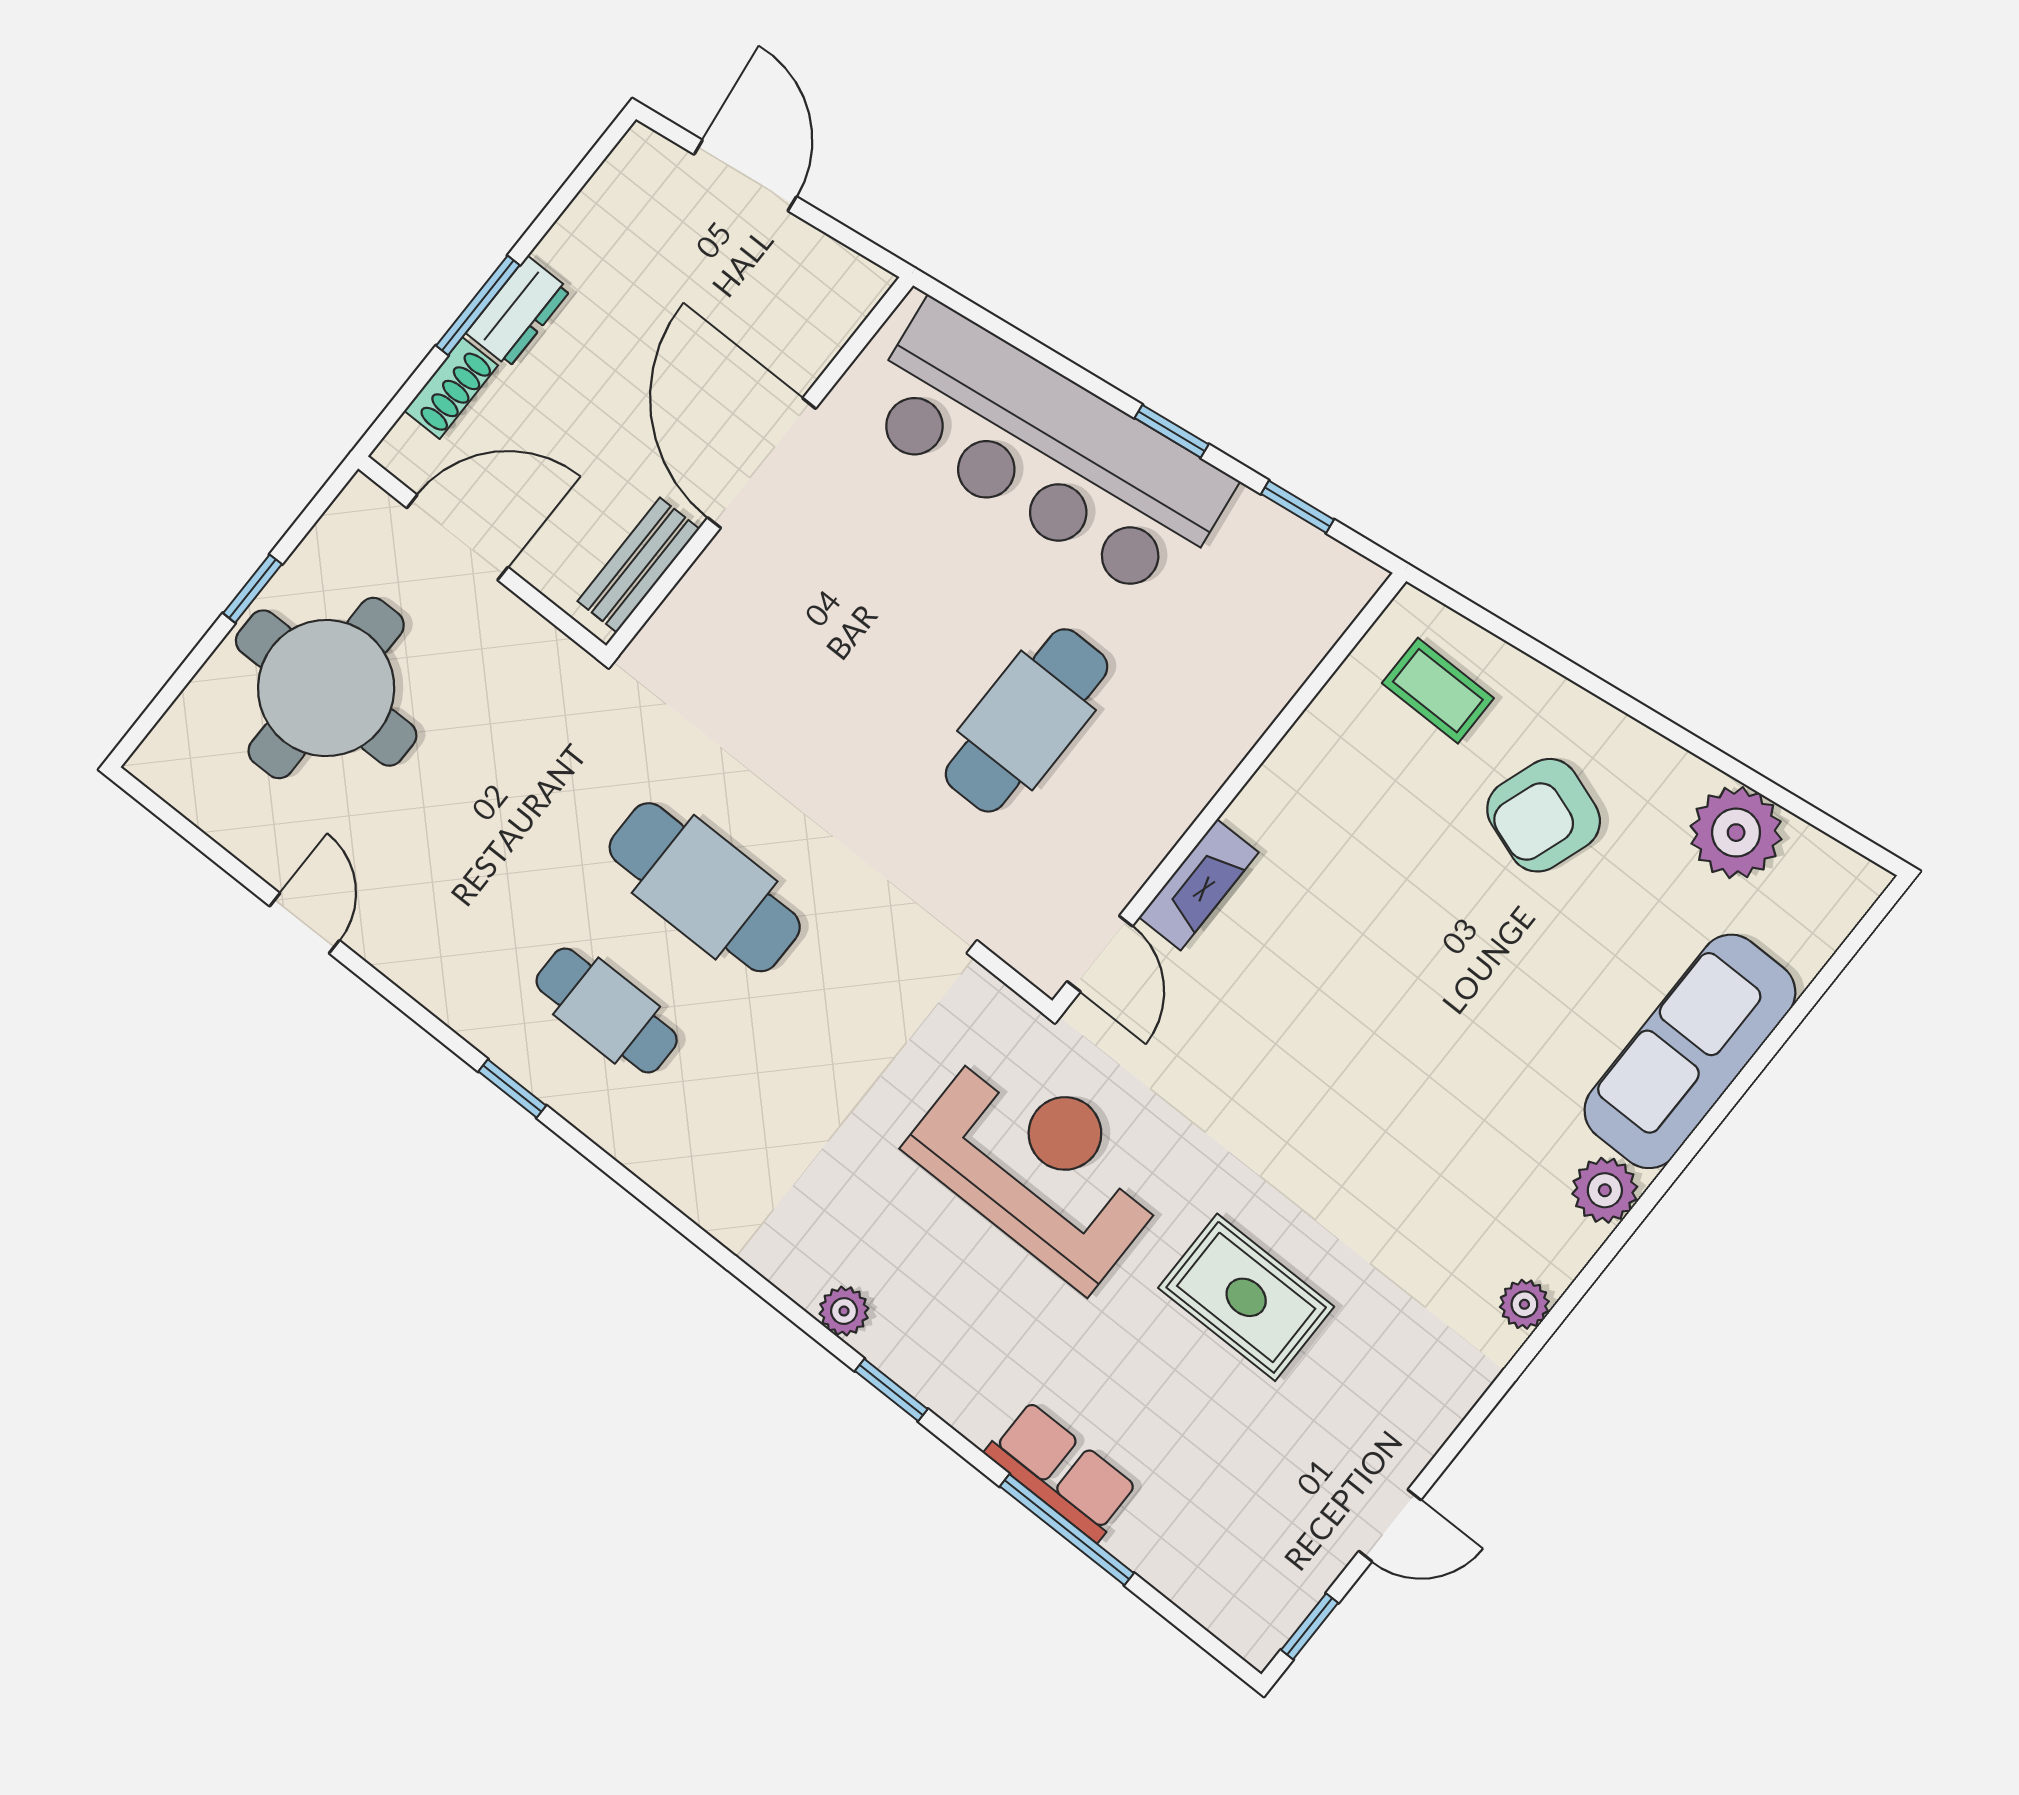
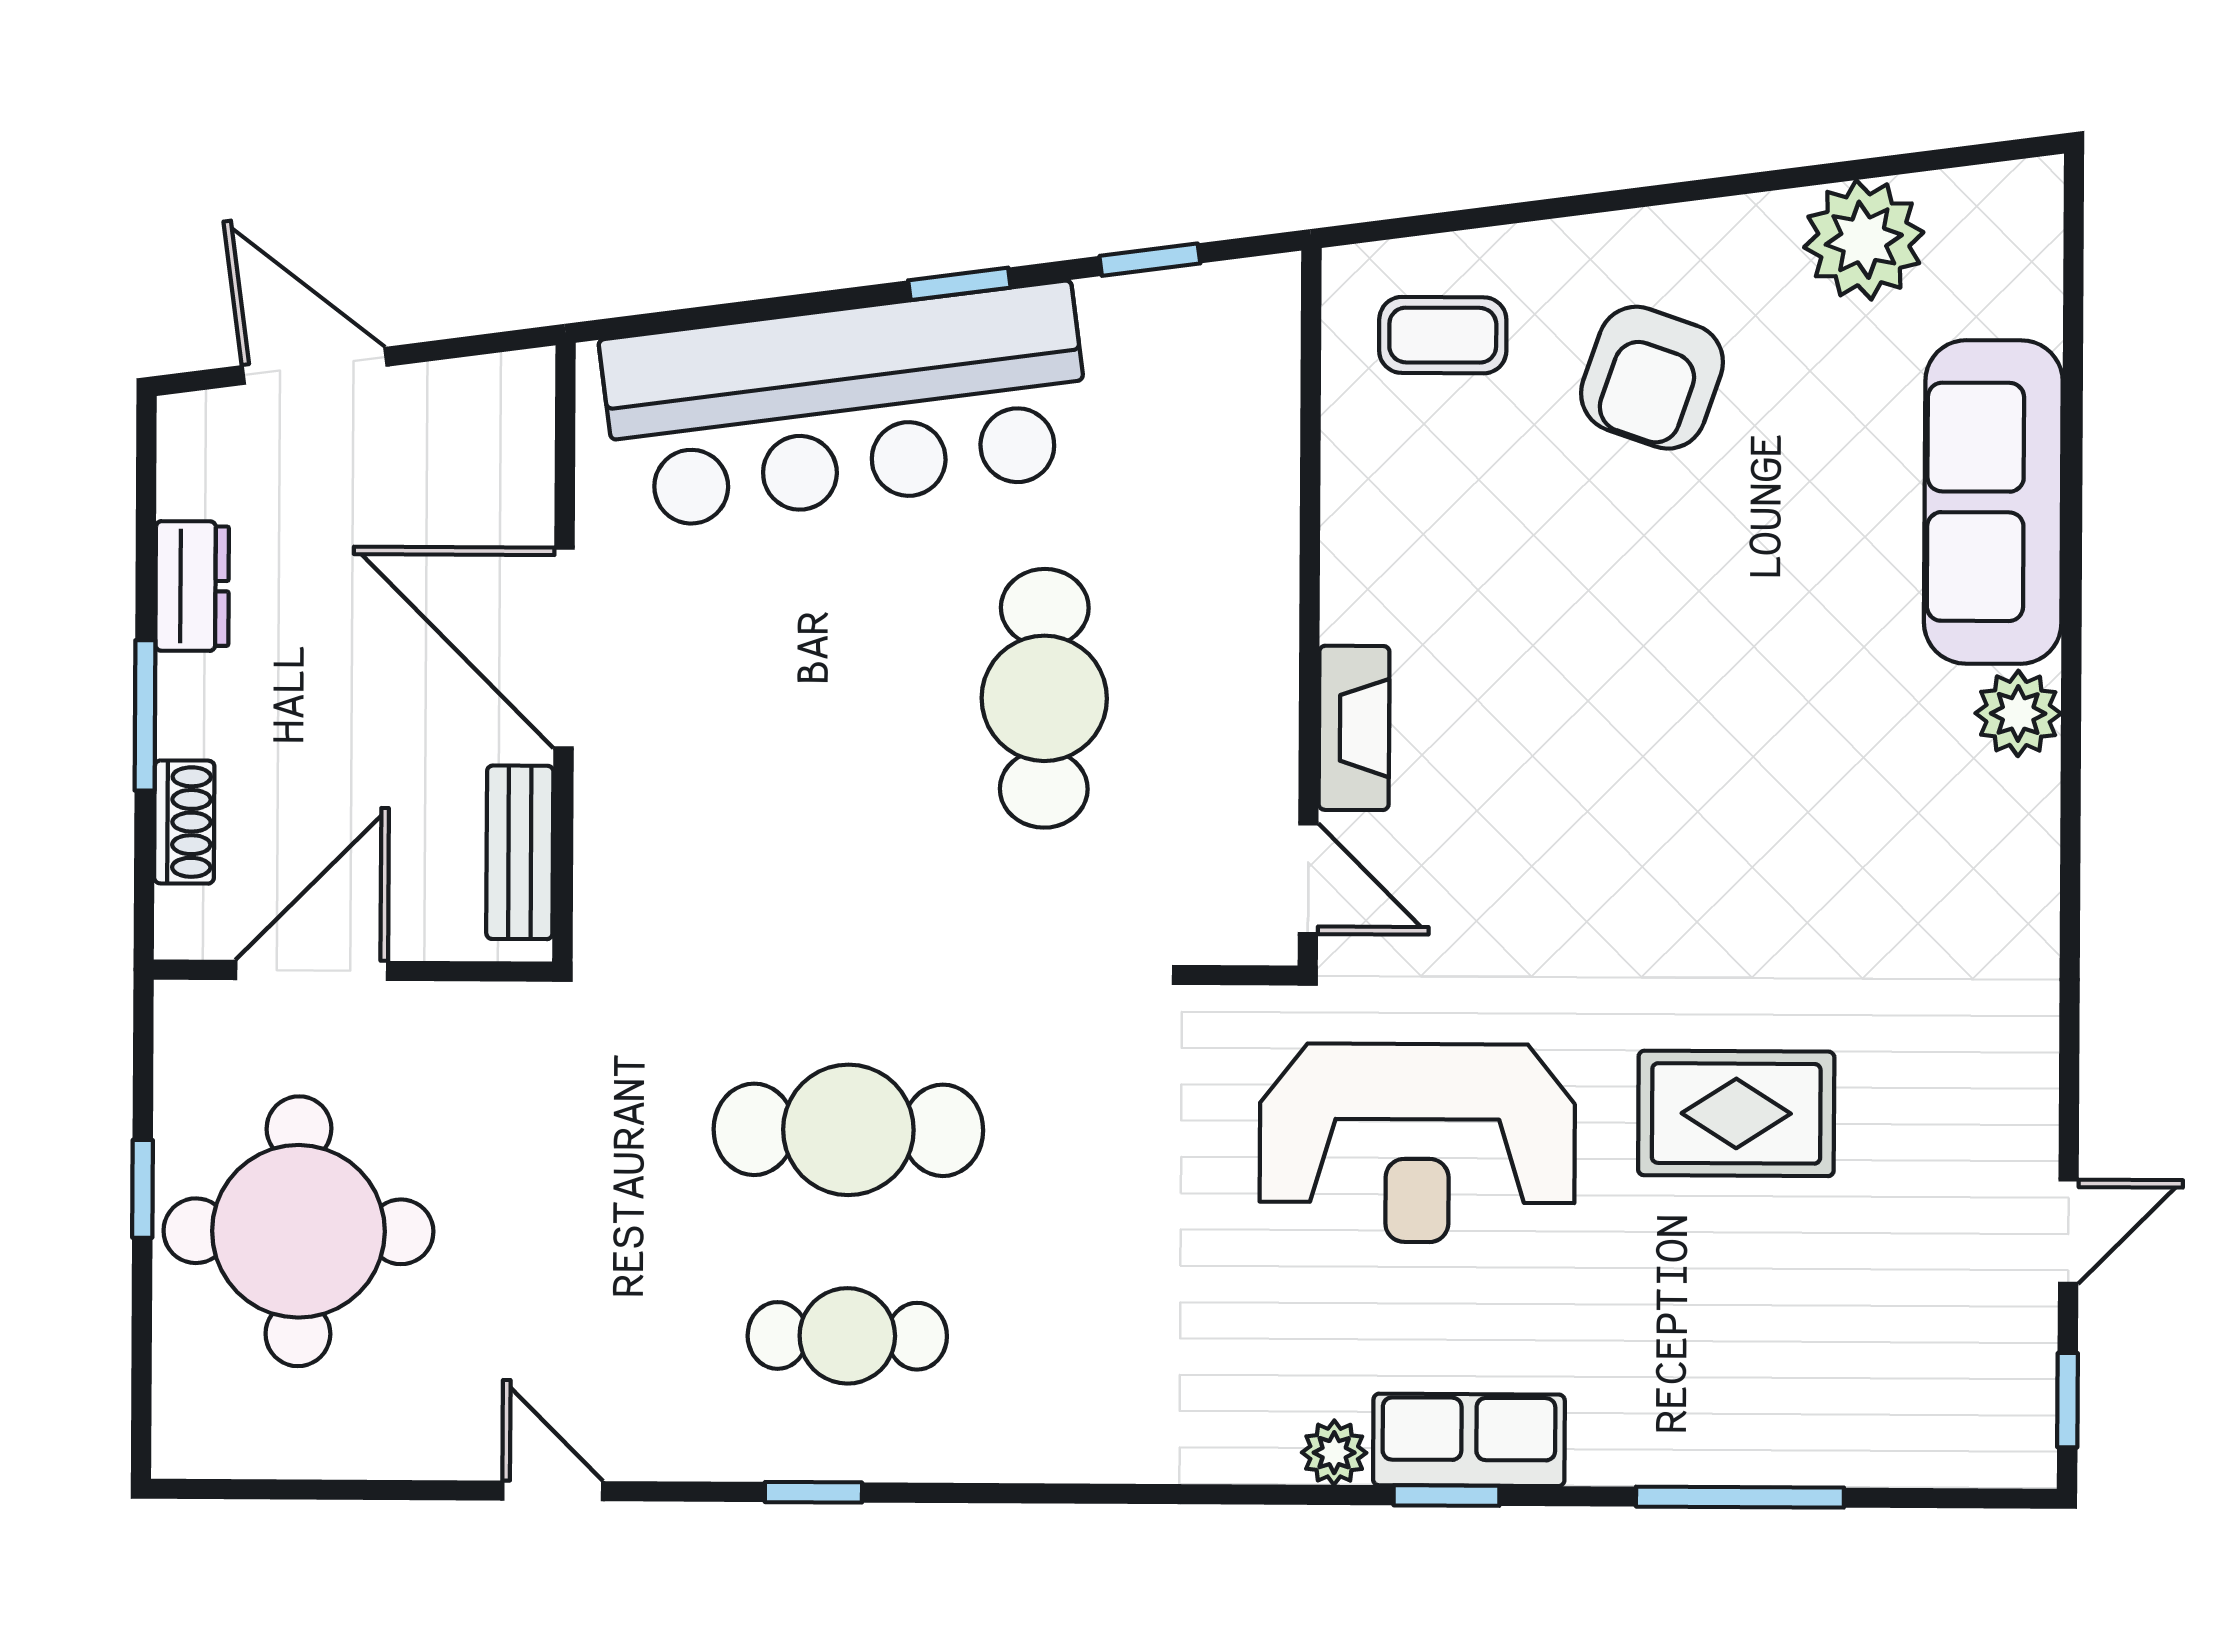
dresser: (518, 312) -> (192, 586), moved
door: (304, 923) -> (553, 1491), moved
reception desk: (1040, 1164) -> (1417, 1143), turned 180
plant: (1524, 1304) -> (2028, 896), removed
row of seats: (1062, 1471) -> (1469, 1440), moved

